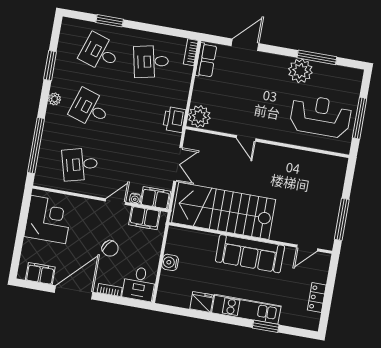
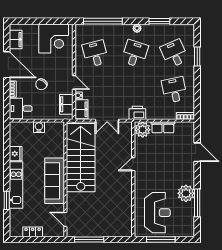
desk: (100, 52) -> (174, 54), turned -42
row of seats: (206, 60) -> (163, 127), moved

